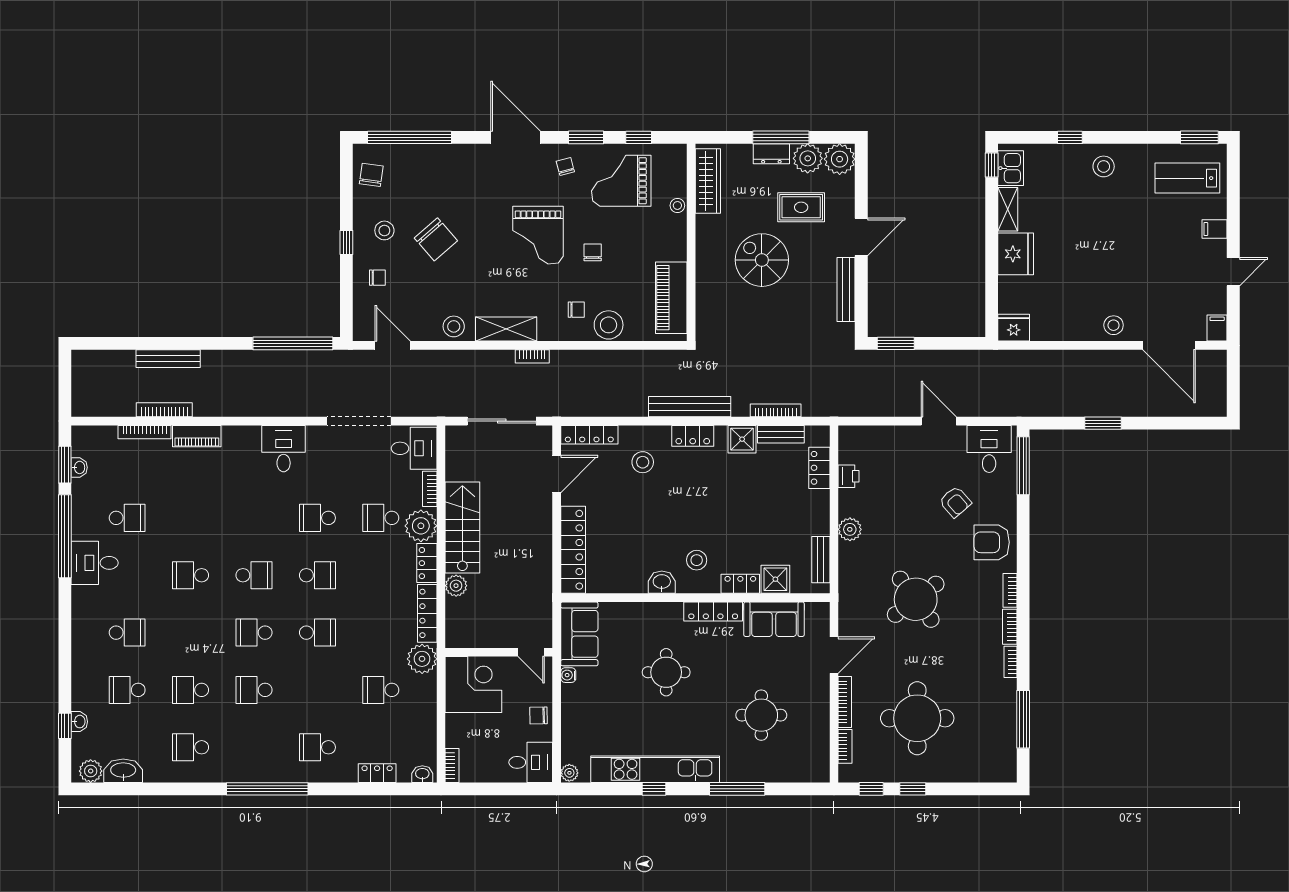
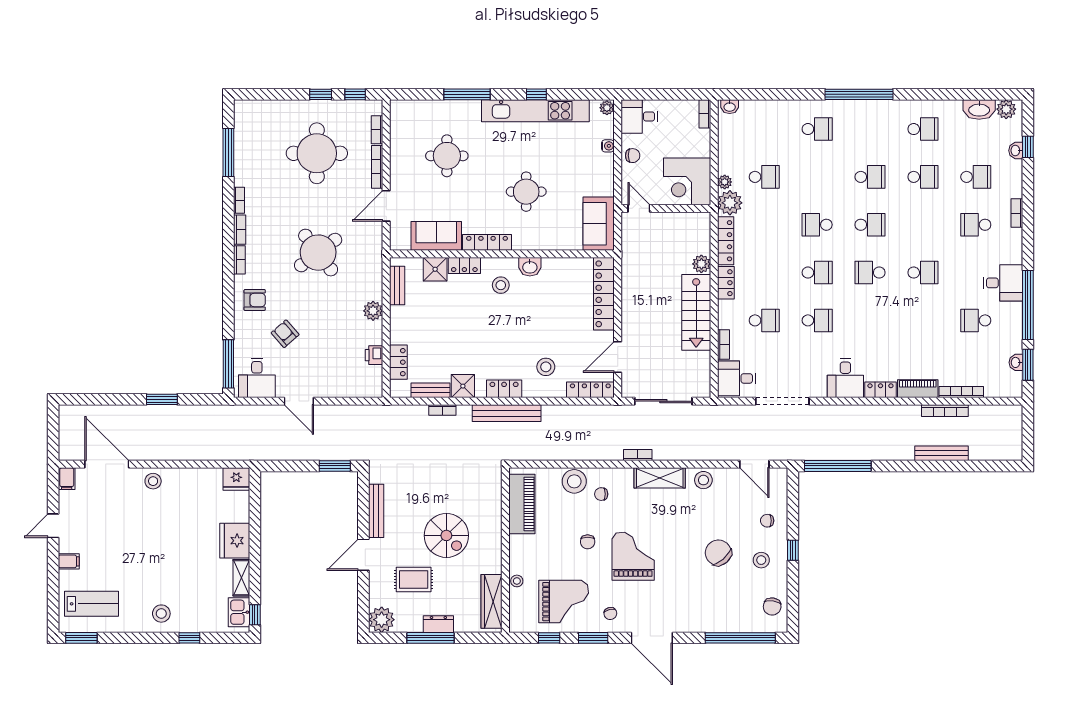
plant: (808, 158) -> (408, 620), removed
bookcase: (776, 410) -> (442, 410), width x0.64
plant: (421, 526) -> (725, 182), moved, width x0.53, depth x0.53
armchair: (992, 542) -> (255, 300), width x0.72, depth x0.72
school desk: (317, 575) -> (817, 273), turned 180
bookcase: (78, 647) -> (1017, 213), added
water cooler: (568, 675) -> (608, 146), moved
locker: (377, 773) -> (880, 390), moved, turned 180

